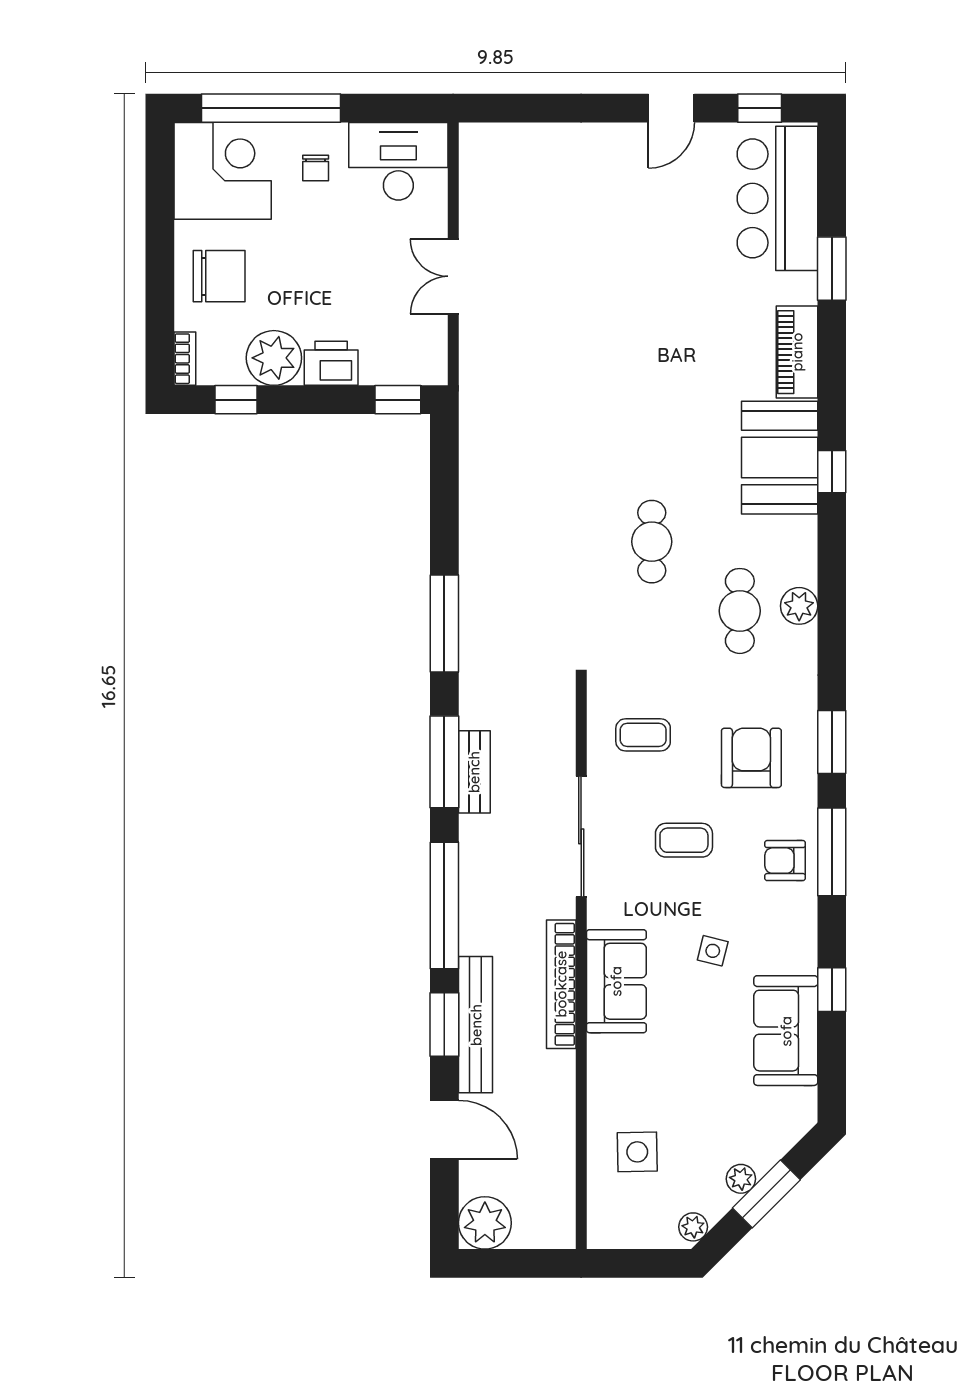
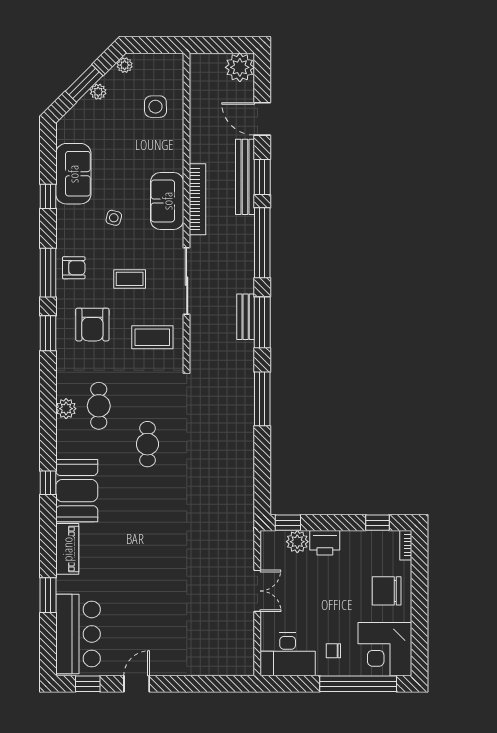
chair: (316, 168) -> (333, 651), turned -90
plant: (274, 358) -> (297, 542), moved, width x0.73, depth x0.73
coffee table: (643, 735) -> (152, 337), width x1.36, depth x1.30

